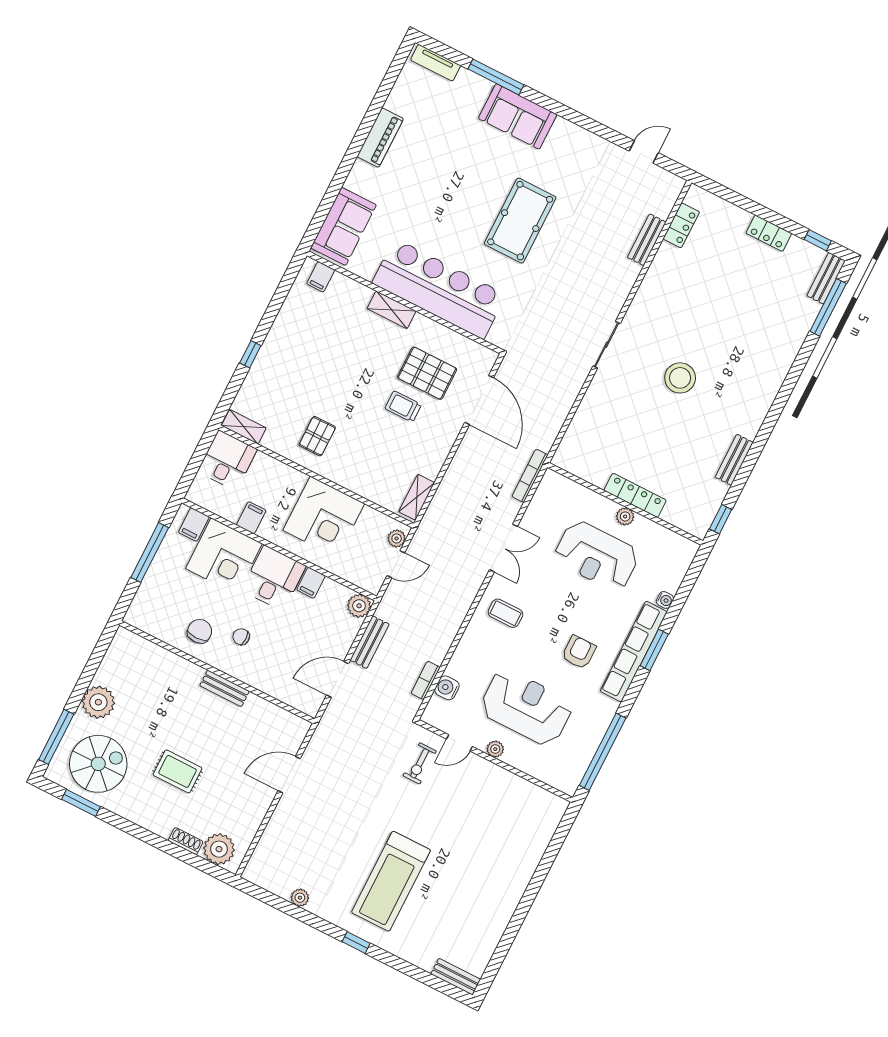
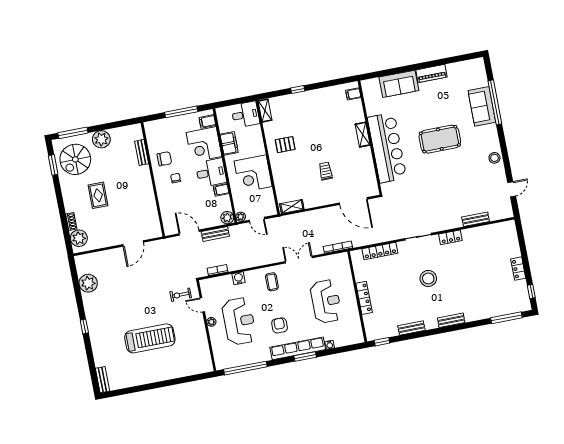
tv unit: (436, 63) -> (481, 72), removed
window: (496, 77) -> (495, 102), width x1.46
sofa: (518, 116) -> (482, 106), moved
stool: (578, 141) -> (494, 158), added
door: (644, 152) -> (512, 189), hinge flipped
pool table: (520, 221) -> (440, 139), moved
locker: (681, 225) -> (450, 237), moved
sofa: (344, 226) -> (399, 84), moved
bench: (826, 278) -> (451, 320), moved
pallet: (427, 373) -> (348, 170), removed
door: (479, 400) -> (353, 201), hinge flipped
locker: (584, 418) -> (380, 251), added
plant: (625, 516) -> (352, 301), removed
filing cabinet: (251, 518) -> (229, 143), width x2.00
plant: (397, 538) -> (241, 217), moved
double door: (503, 548) -> (299, 260), swing flipped
reception desk: (597, 556) -> (326, 301), turned 180
armchair: (579, 652) -> (279, 325), turned -90
bench: (225, 688) -> (142, 152), moved
water cooler: (447, 688) -> (239, 278), moved
spiral stairs: (98, 764) -> (75, 159), turned 90
door: (289, 775) -> (133, 243), swing flipped
treadmill: (391, 881) -> (150, 338), moved, turned 180
plant: (300, 898) -> (88, 283), width x1.88, depth x1.88

